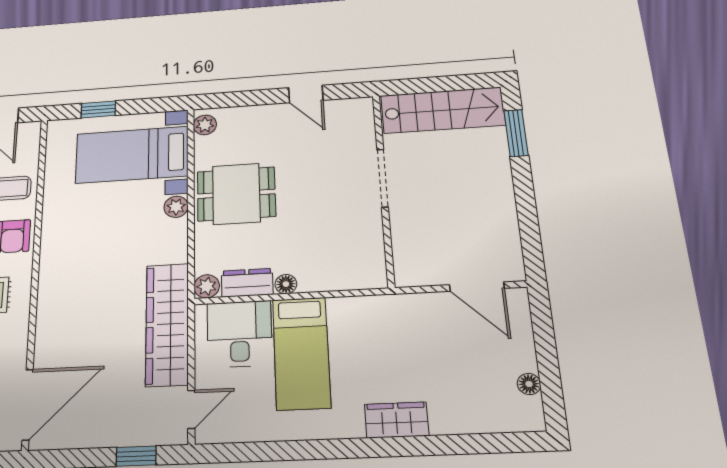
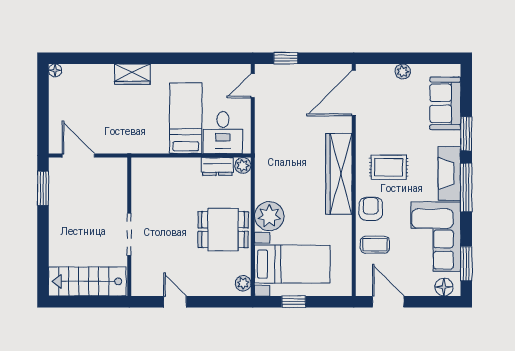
window: (98, 109) -> (294, 302), moved
window: (516, 133) -> (43, 188), moved
plant: (176, 207) -> (269, 216), width x1.87, depth x1.87
floor lamp: (286, 284) -> (193, 164), removed
wardrobe: (167, 324) -> (339, 174), moved, turned 180
floor lamp: (529, 384) -> (55, 70), moved

